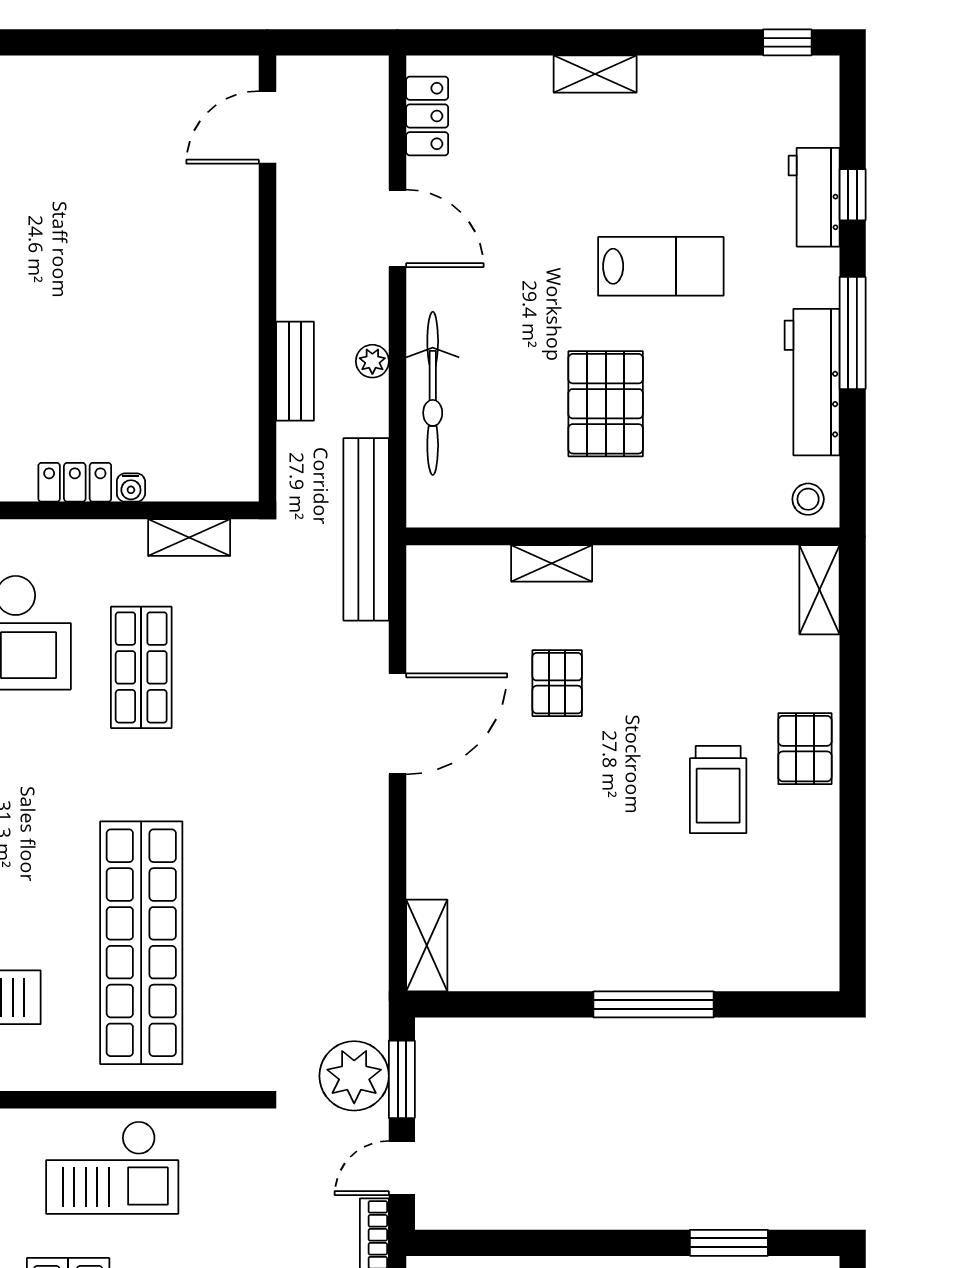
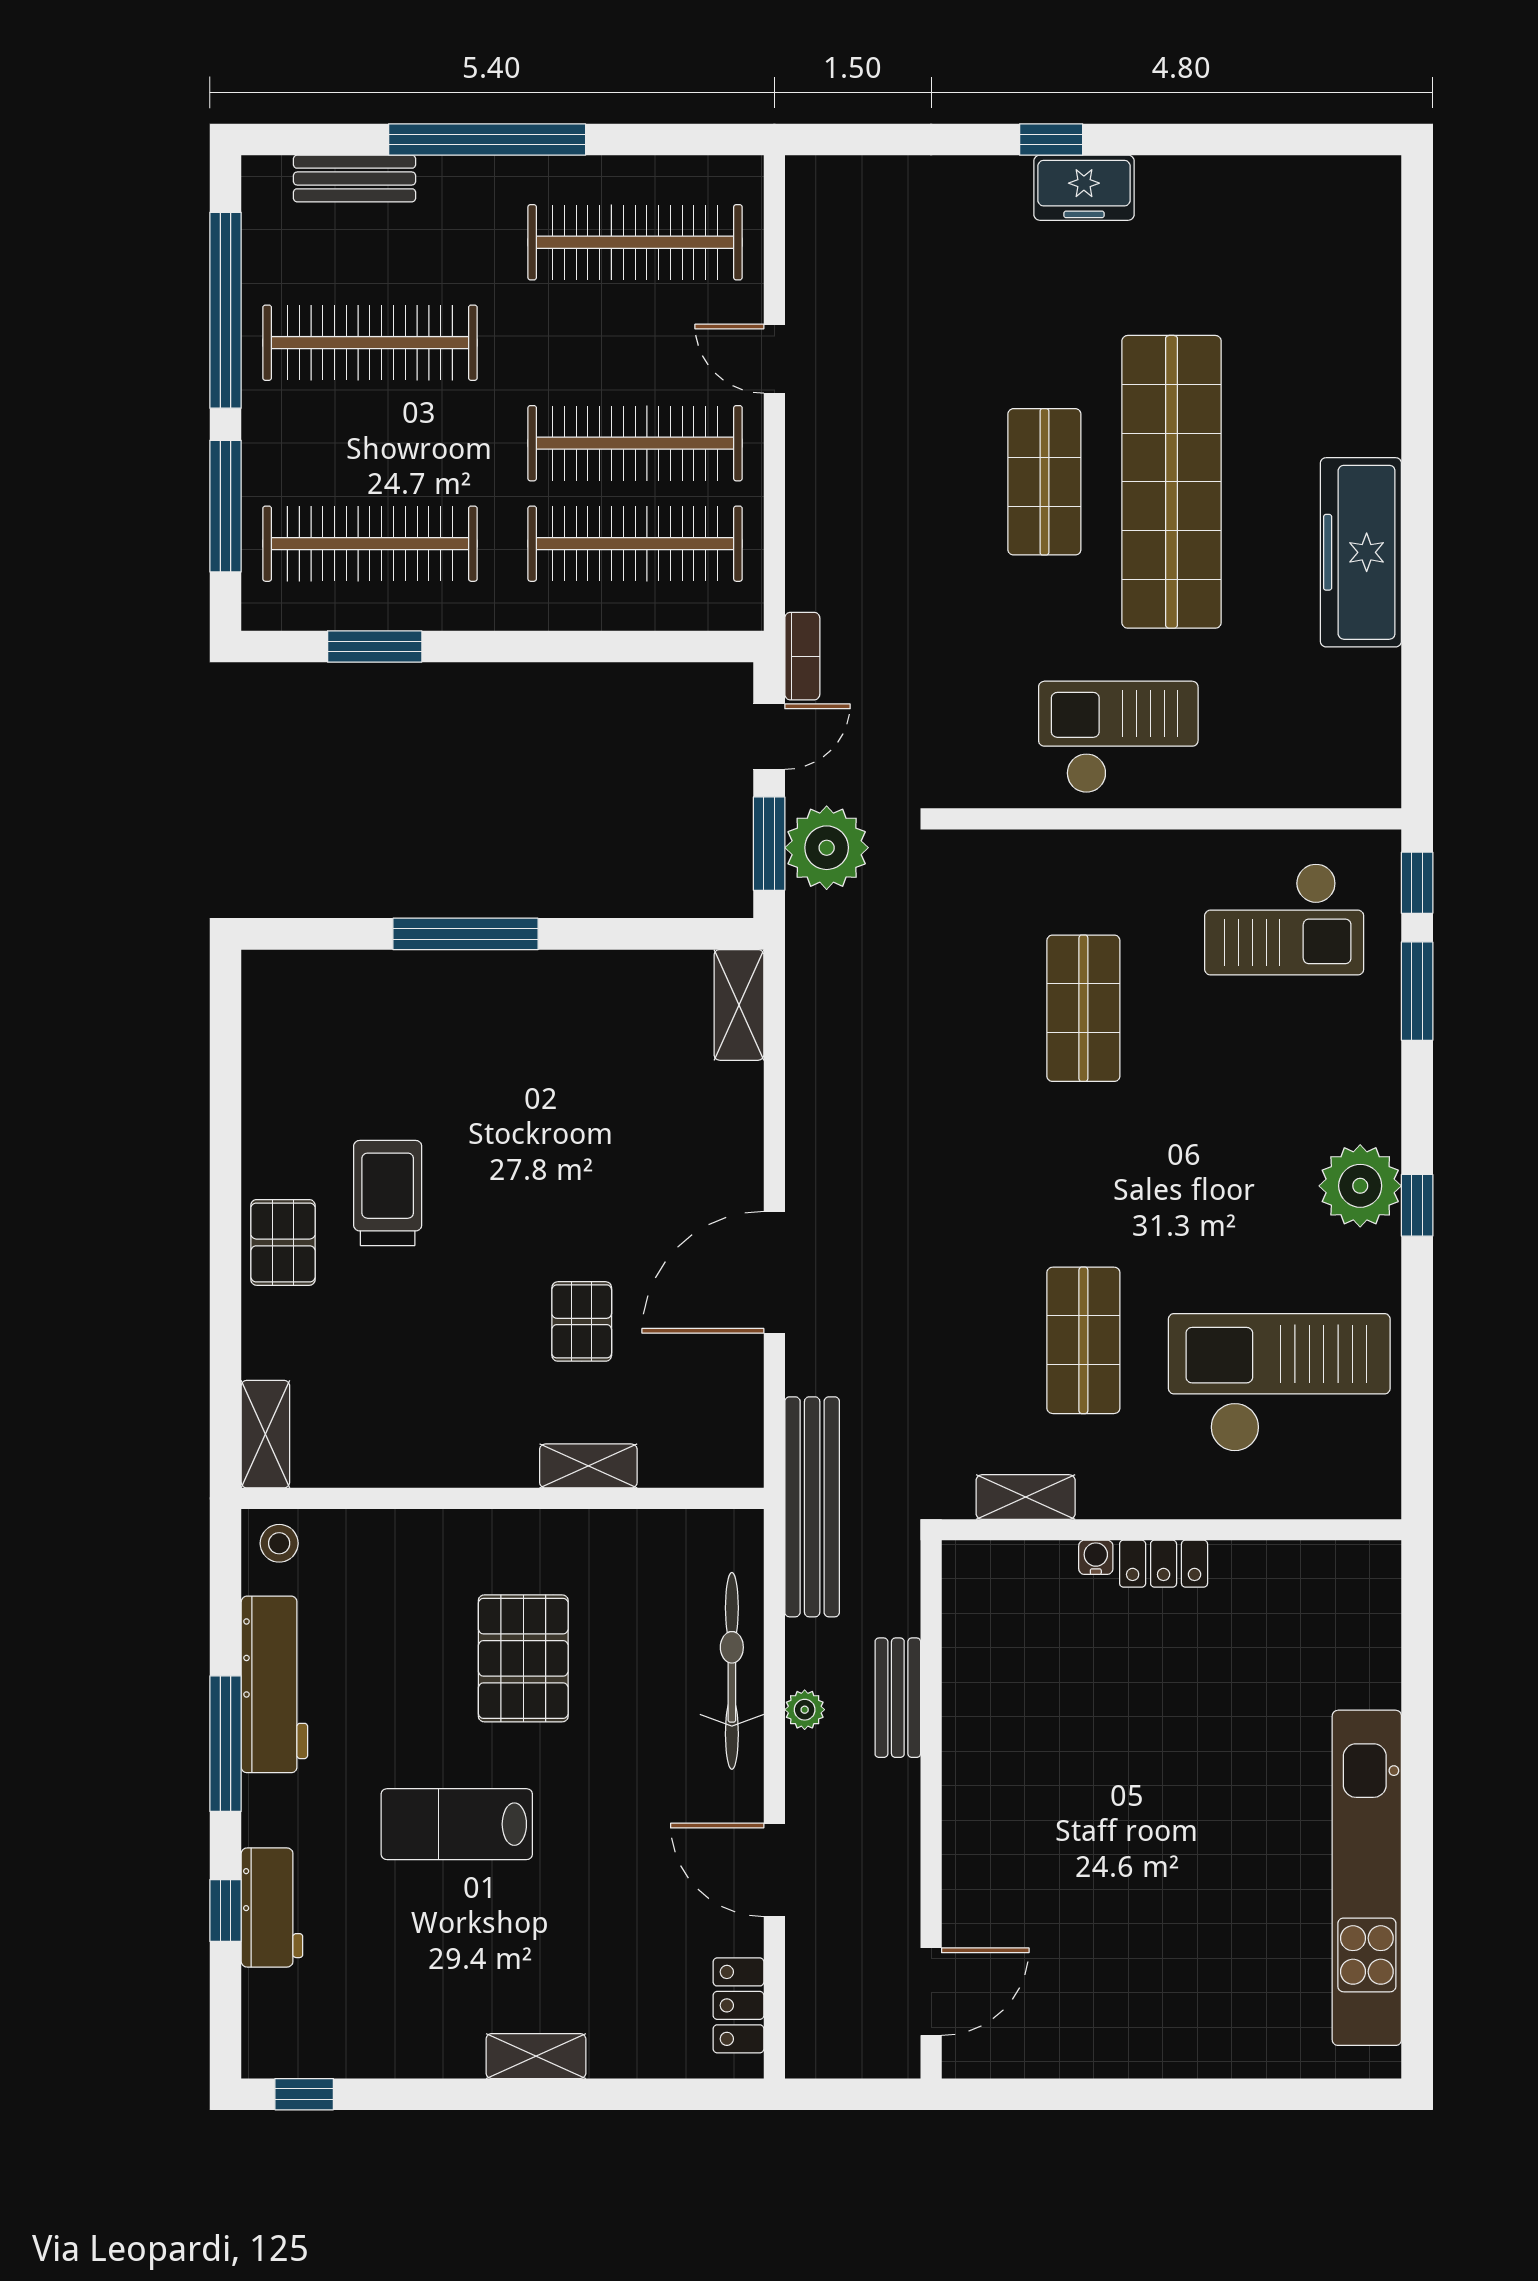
shop shelf: (141, 943) -> (1083, 1008), width x0.50, depth x0.74

